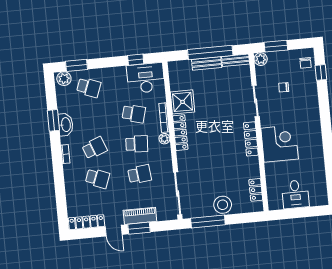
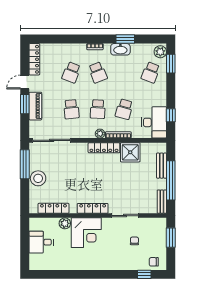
plant: (261, 59) -> (65, 223), moved
bench: (207, 63) -> (162, 166), moved
locker: (256, 190) -> (53, 208), width x1.53

